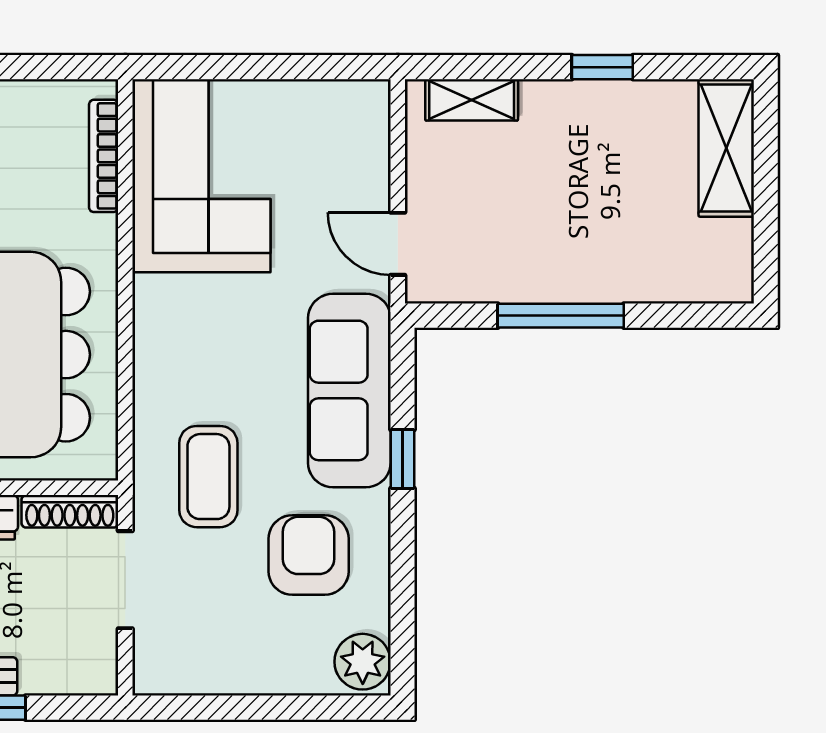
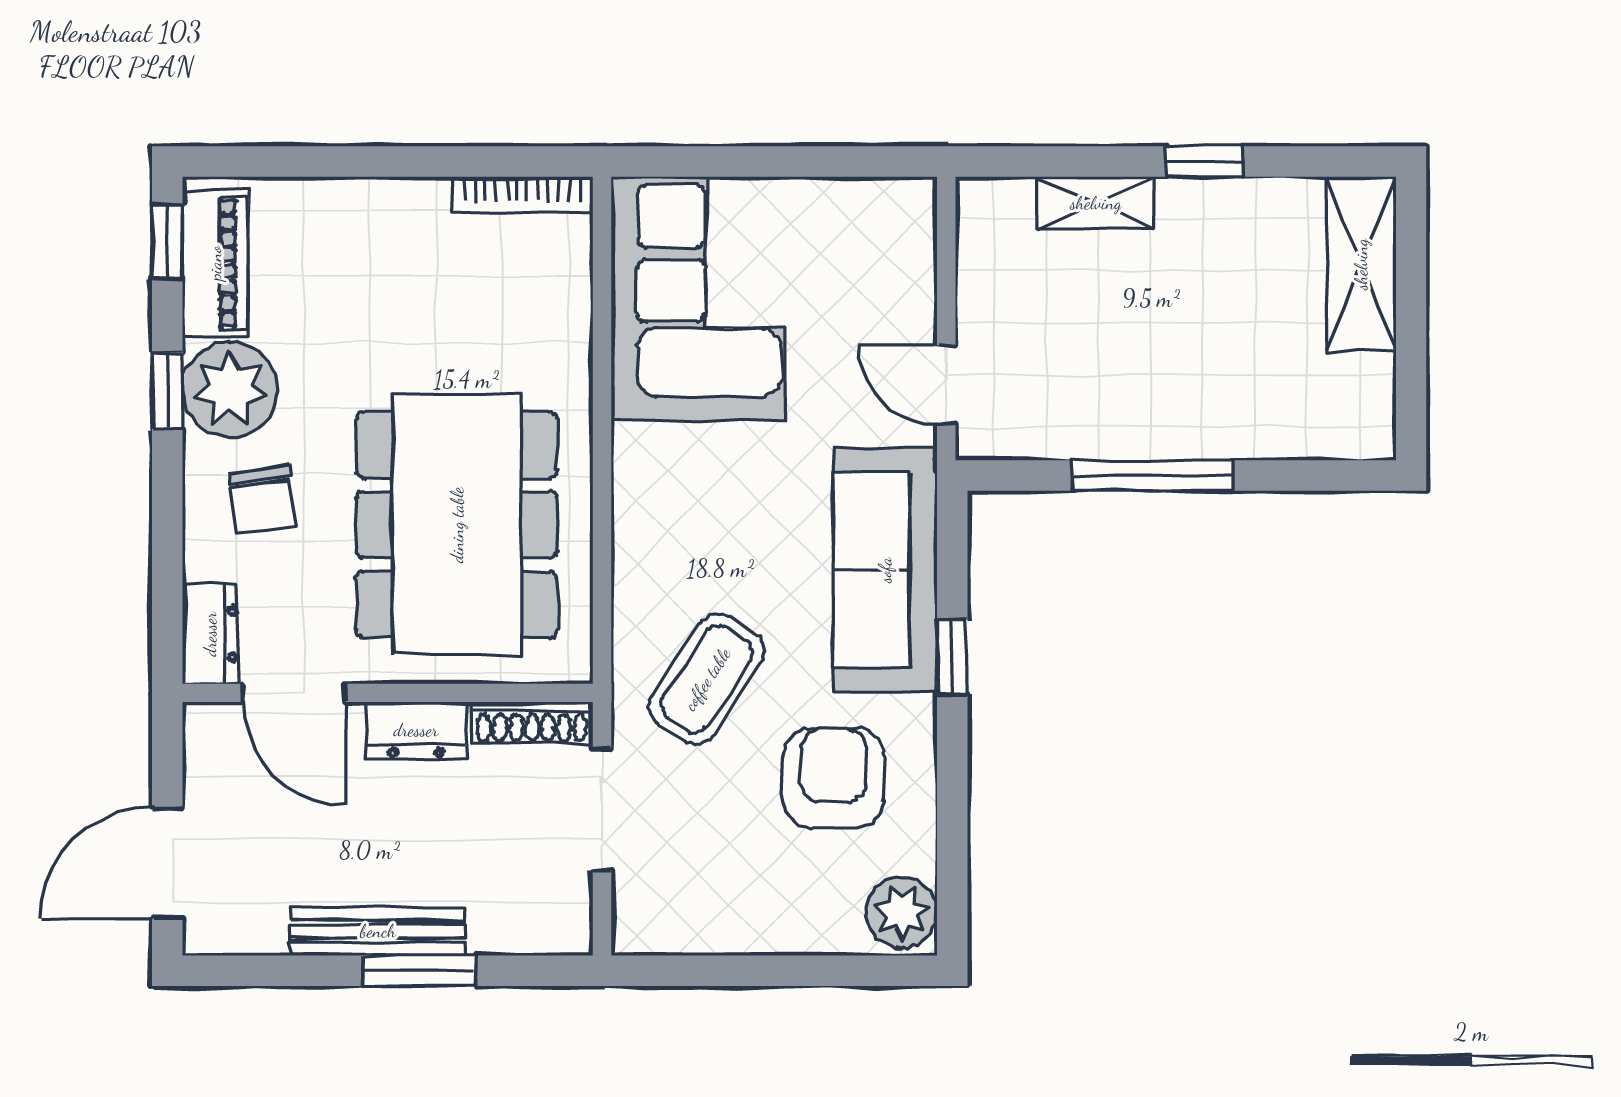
shelving: (472, 100) -> (1096, 203), moved
bookcase: (104, 156) -> (522, 195), moved, turned -90
coffee table: (208, 477) -> (707, 679), turned 33

